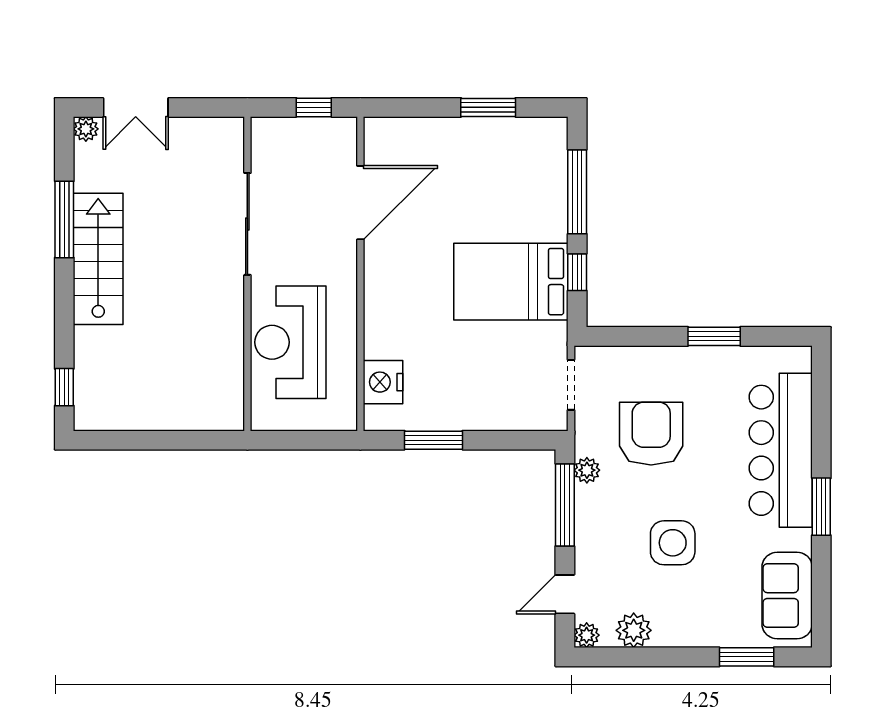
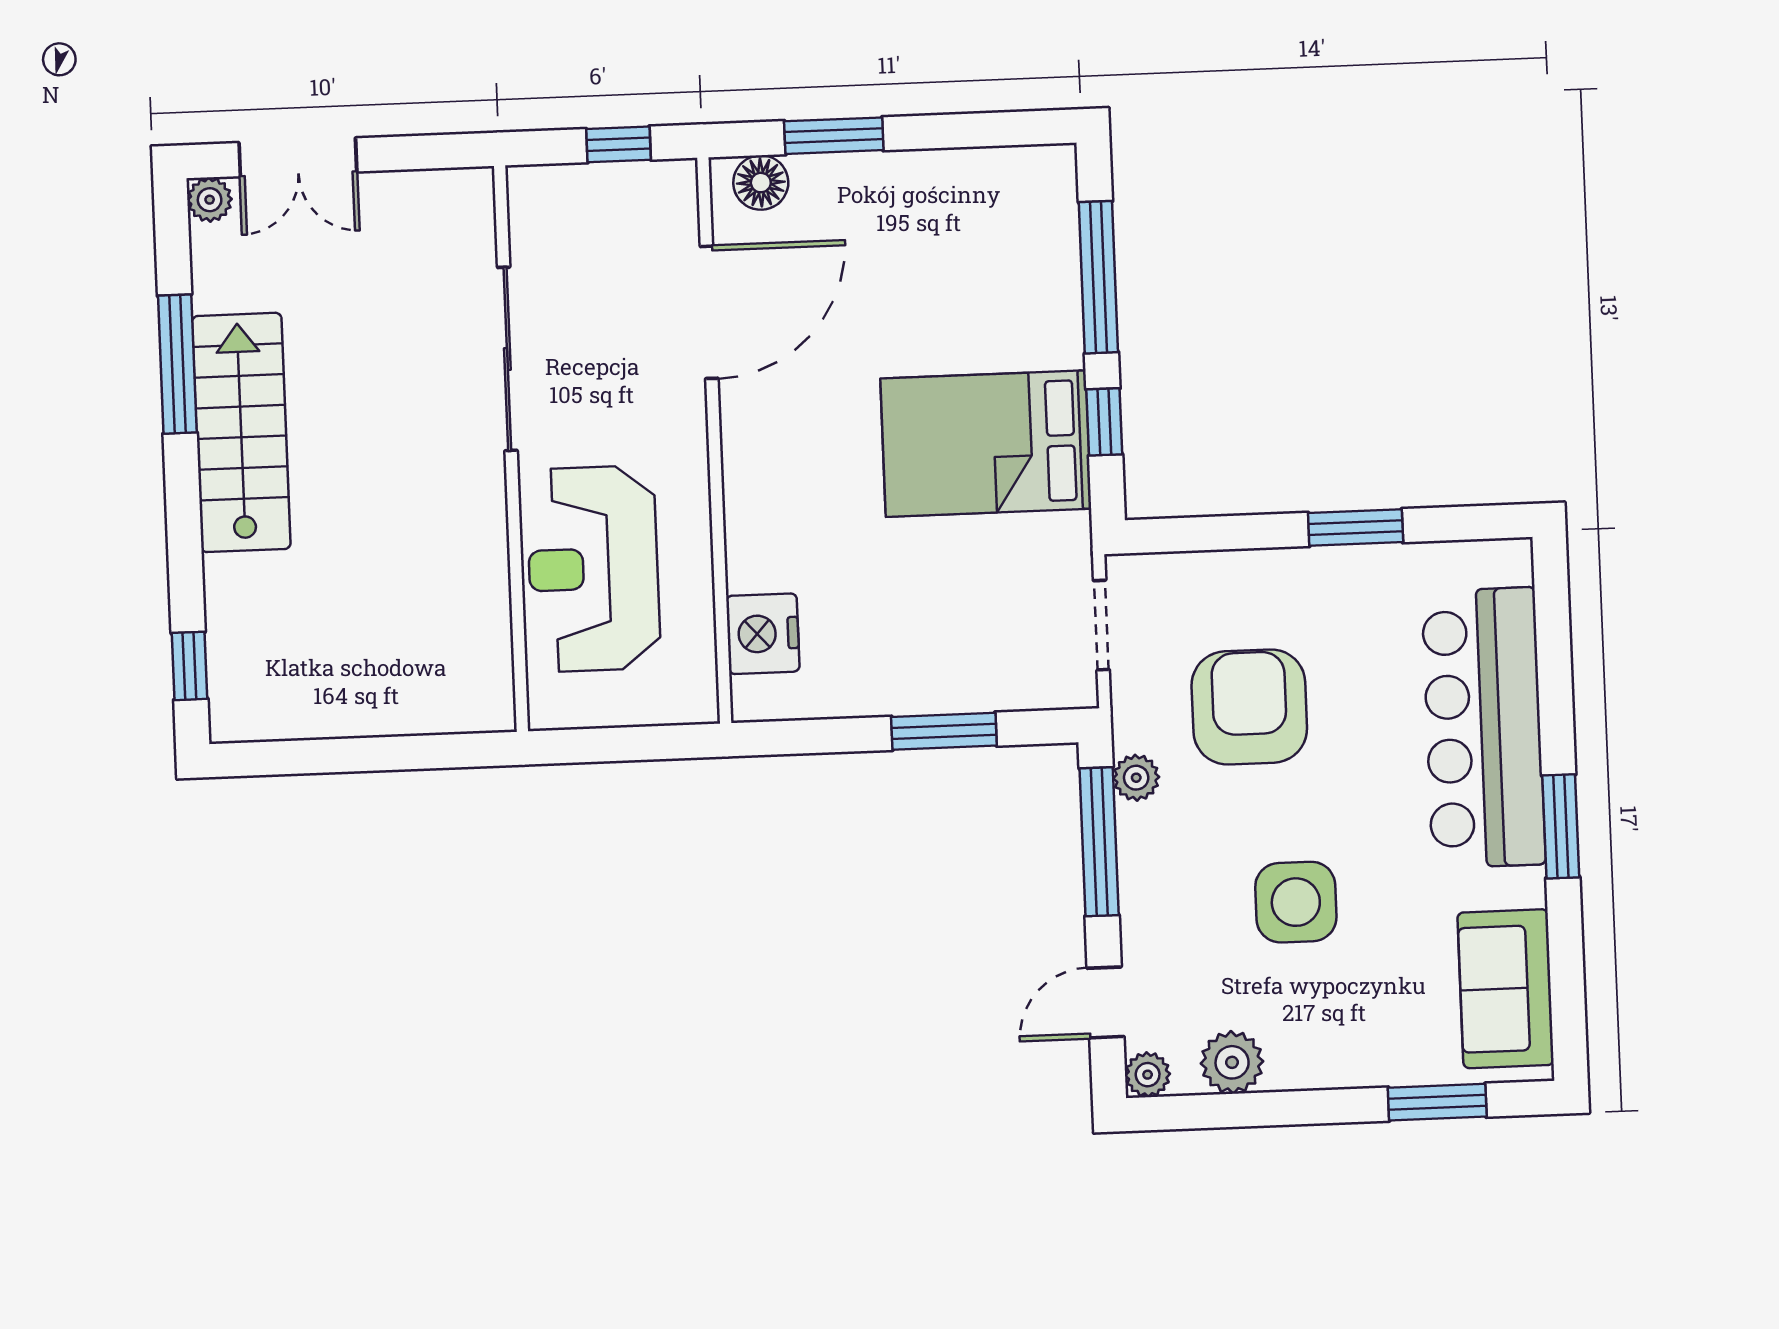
window: (488, 107) -> (834, 136), moved
floor lamp: (392, 132) -> (761, 183), added
window: (434, 440) -> (944, 731), moved

